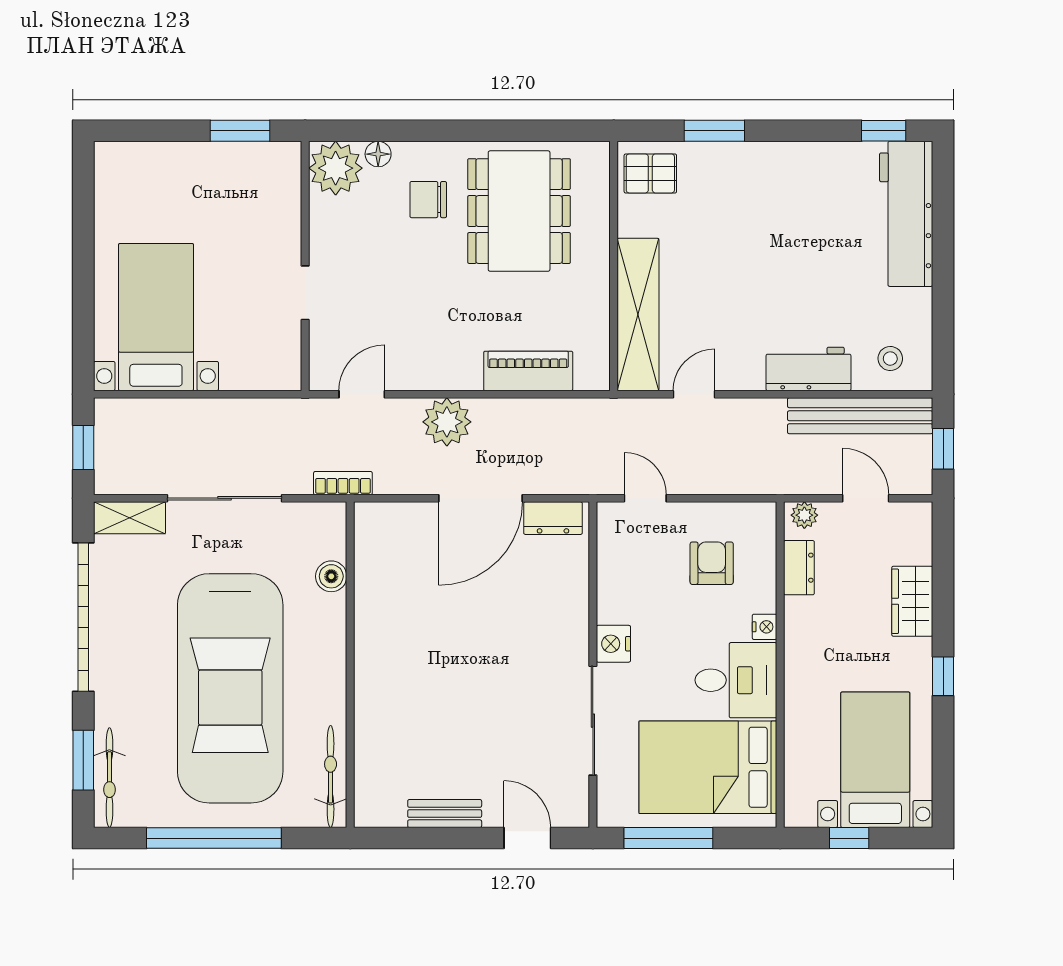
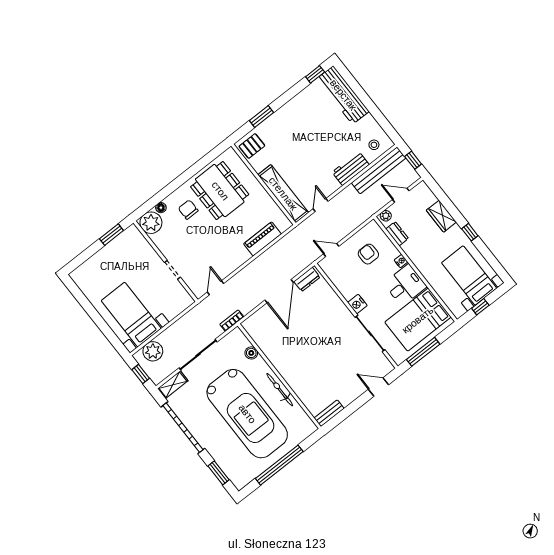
chair: (428, 200) -> (188, 210), turned 90
plant: (447, 422) -> (153, 351), moved
bicycle: (331, 776) -> (280, 390), moved
bicycle: (109, 778) -> (231, 472), removed
bench: (445, 814) -> (329, 413), moved

